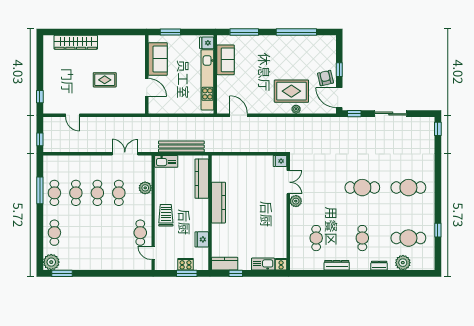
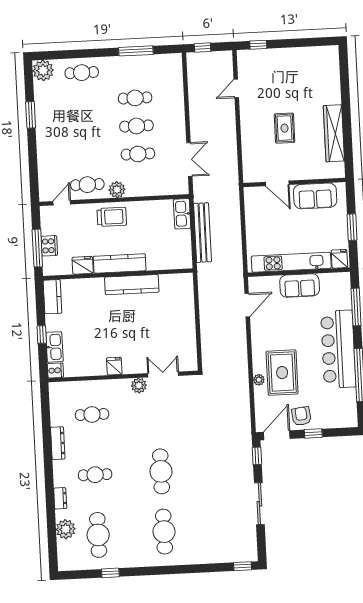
window: (170, 32) -> (352, 227), moved
wardrobe: (76, 42) -> (334, 133), moved
bar counter: (276, 47) -> (338, 349), added
sofa: (226, 60) -> (300, 285), moved
armchair: (326, 78) -> (301, 416), turned -84
door: (147, 88) -> (277, 183), hinge flipped
fridge: (280, 161) -> (114, 366), moved
kitchen counter: (202, 179) -> (120, 263), moved
double door: (288, 182) -> (163, 374), swing flipped
plant: (145, 188) -> (117, 190), moved
cafe table: (54, 193) -> (134, 70), removed
window: (62, 273) -> (31, 115), moved
window: (187, 273) -> (37, 248), width x1.44
window: (236, 273) -> (42, 334), moved

